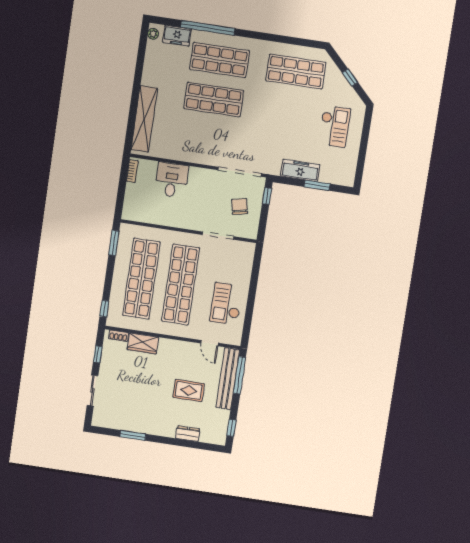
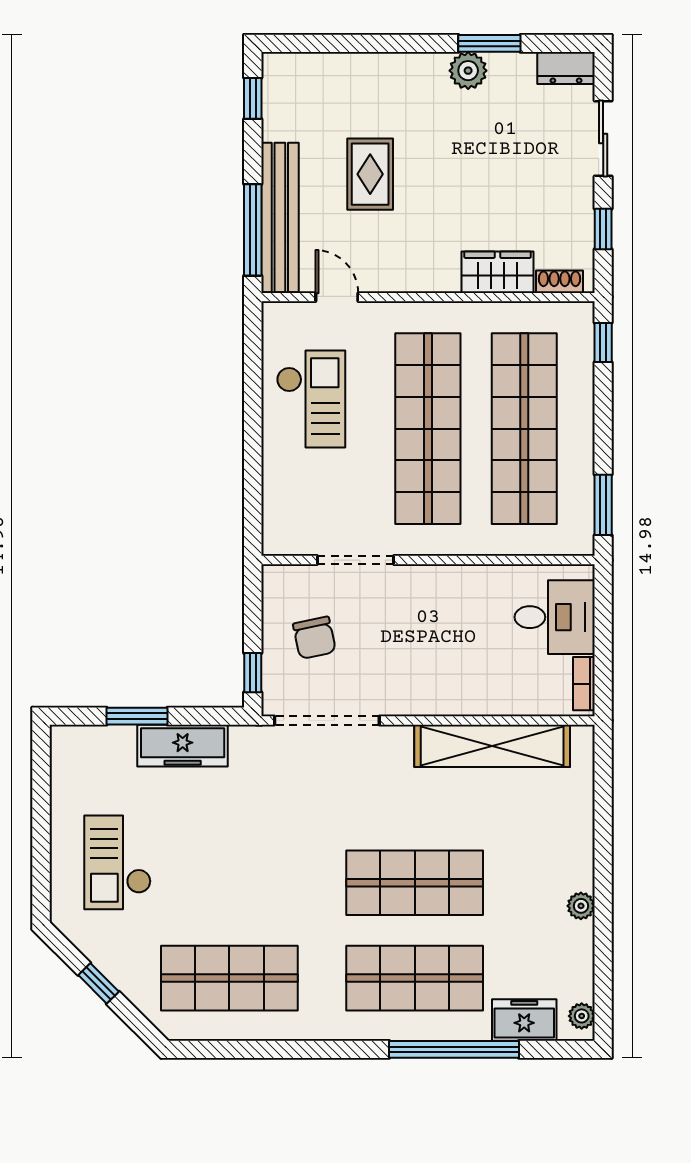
plant: (147, 80) -> (581, 906), added
shelving: (144, 119) -> (492, 746), moved, turned 90
desk: (171, 180) -> (555, 617), moved, turned -90
rug: (189, 390) -> (370, 174), turned 90
plant: (143, 426) -> (468, 71), added
dresser: (188, 434) -> (566, 68), moved

